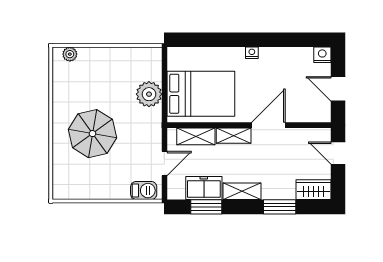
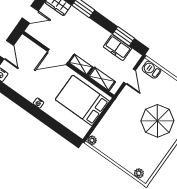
plant: (149, 94) -> (92, 140), moved, width x0.53, depth x0.53
door: (338, 153) -> (30, 14), hinge flipped
door: (164, 164) -> (130, 76), swing flipped
shelving: (242, 191) -> (98, 31), removed

